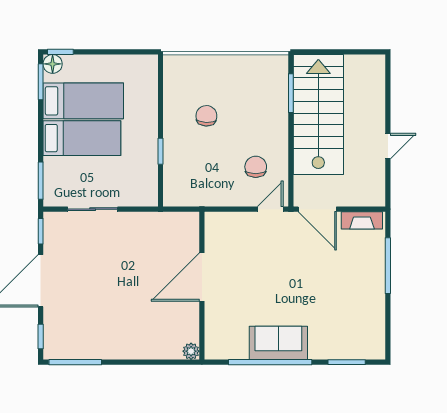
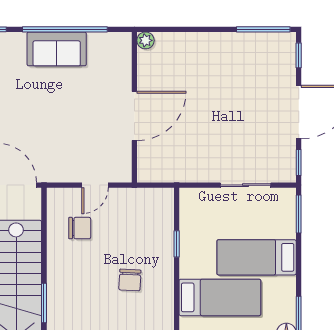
bed: (83, 101) -> (220, 297), moved, turned 180
chair: (256, 167) -> (80, 228), turned -90
door: (270, 209) -> (95, 185), moved

